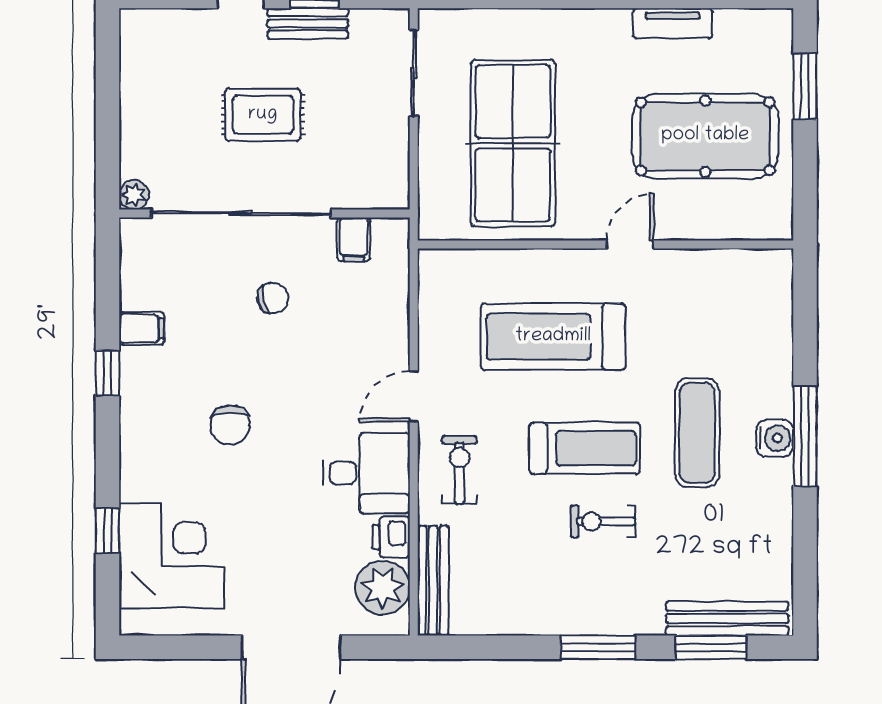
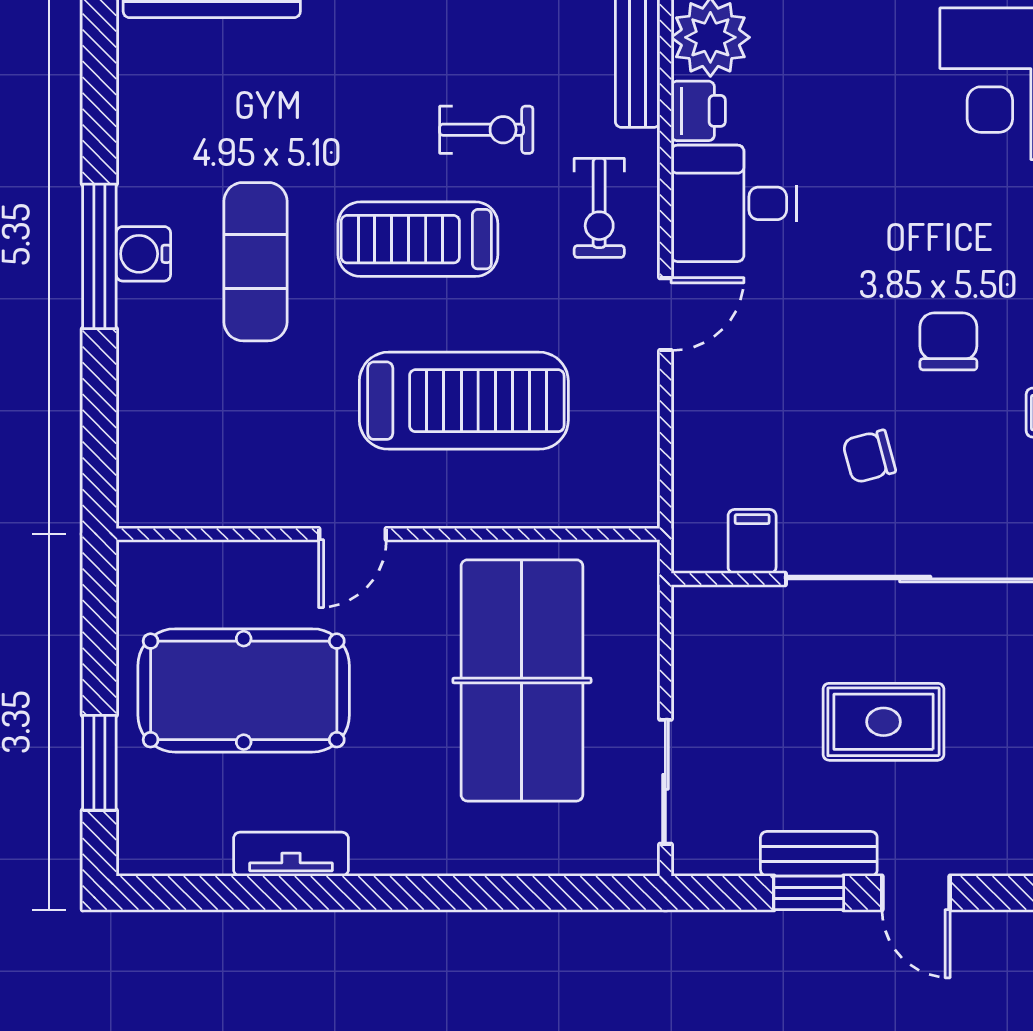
chair: (230, 425) -> (948, 341), moved
exercise bike: (603, 521) -> (486, 130), moved

